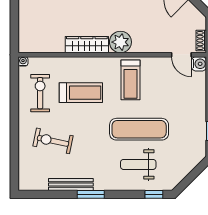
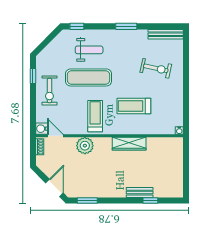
plant: (120, 42) -> (85, 146), moved
exercise bike: (40, 93) -> (49, 90), moved
bench: (71, 184) -> (166, 34), moved

